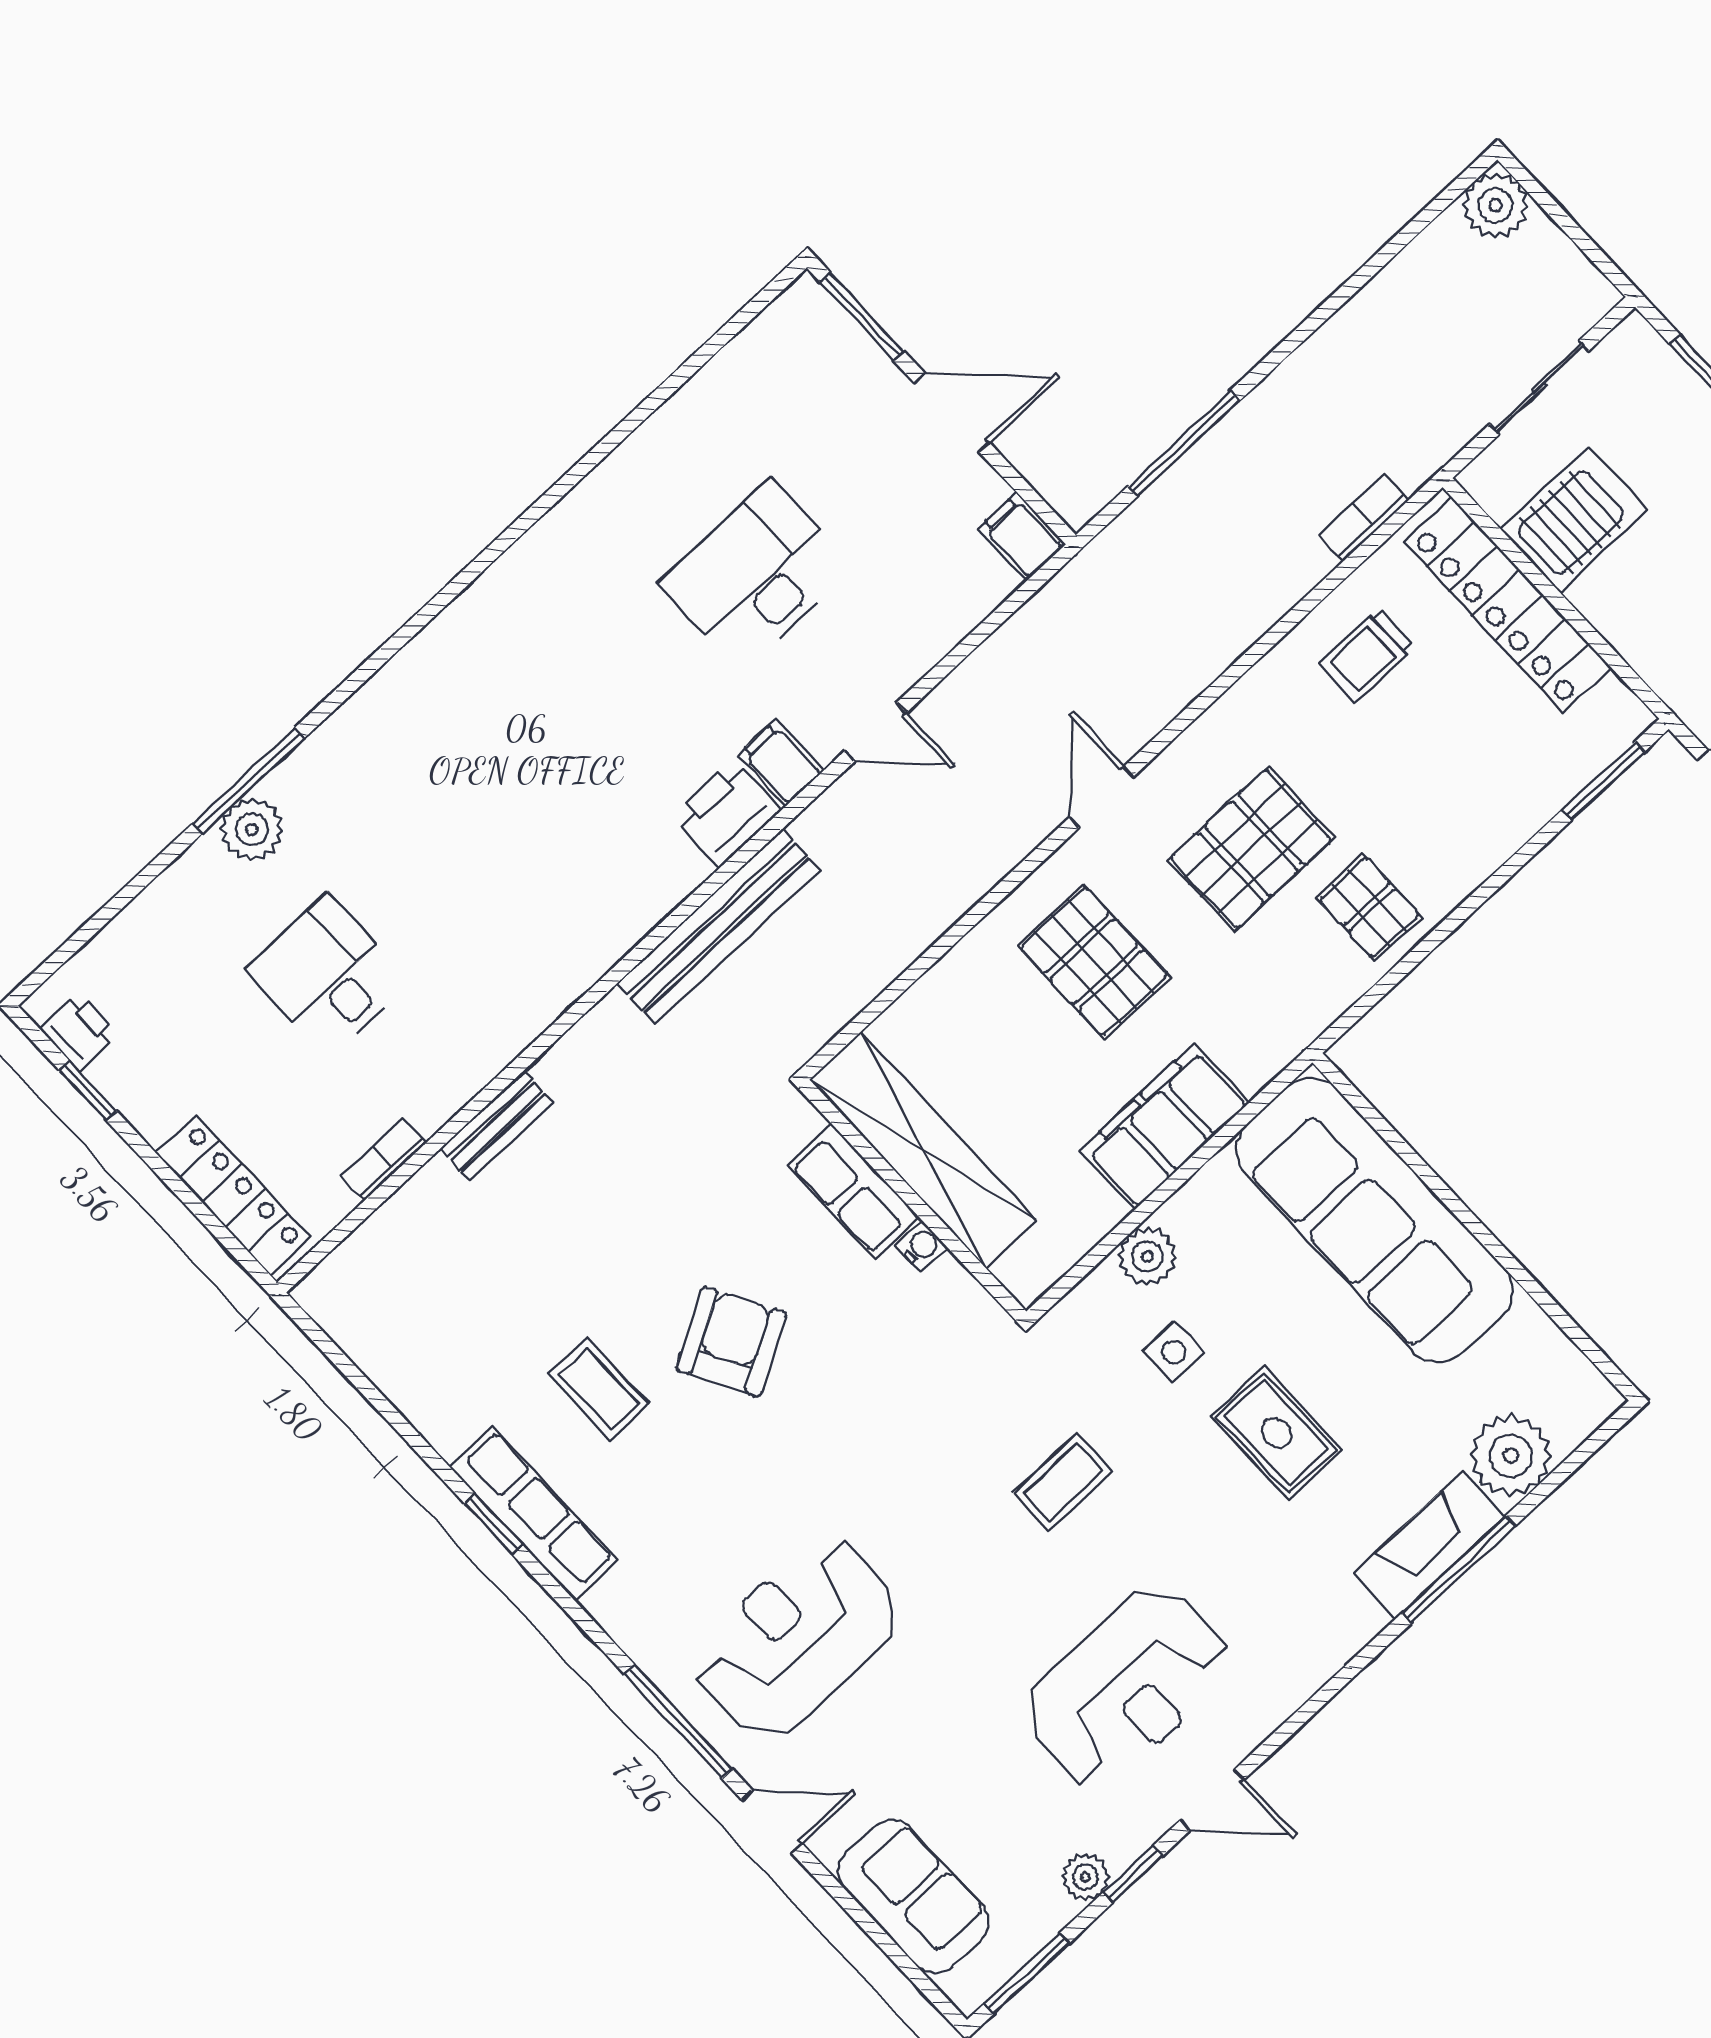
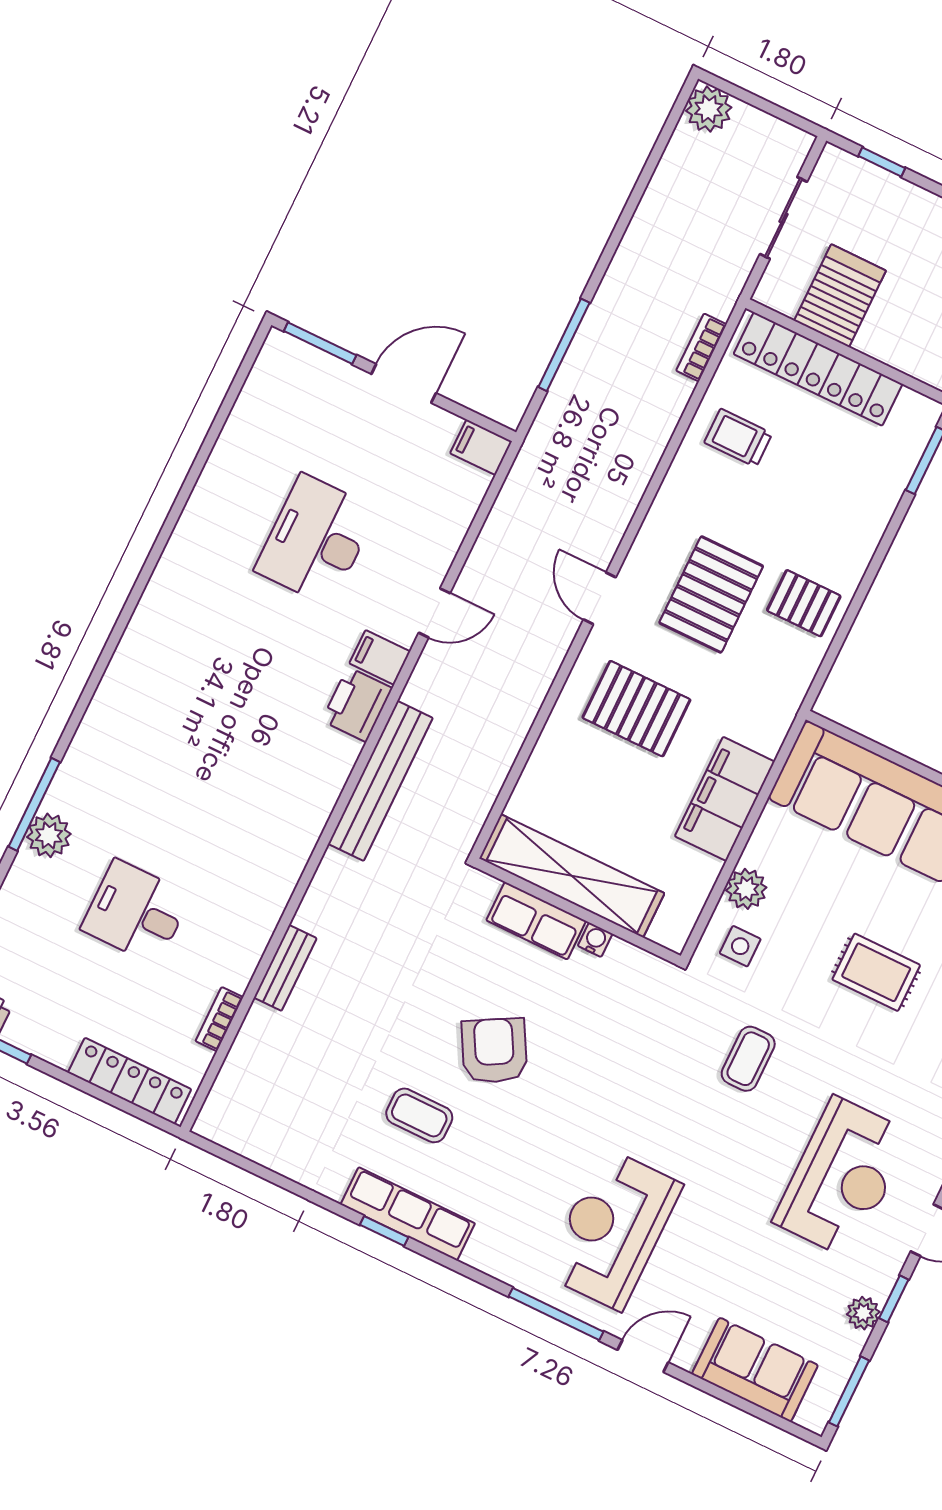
trolley: (1367, 656) -> (738, 438), turned 90
side table: (1174, 1352) -> (740, 946), moved

